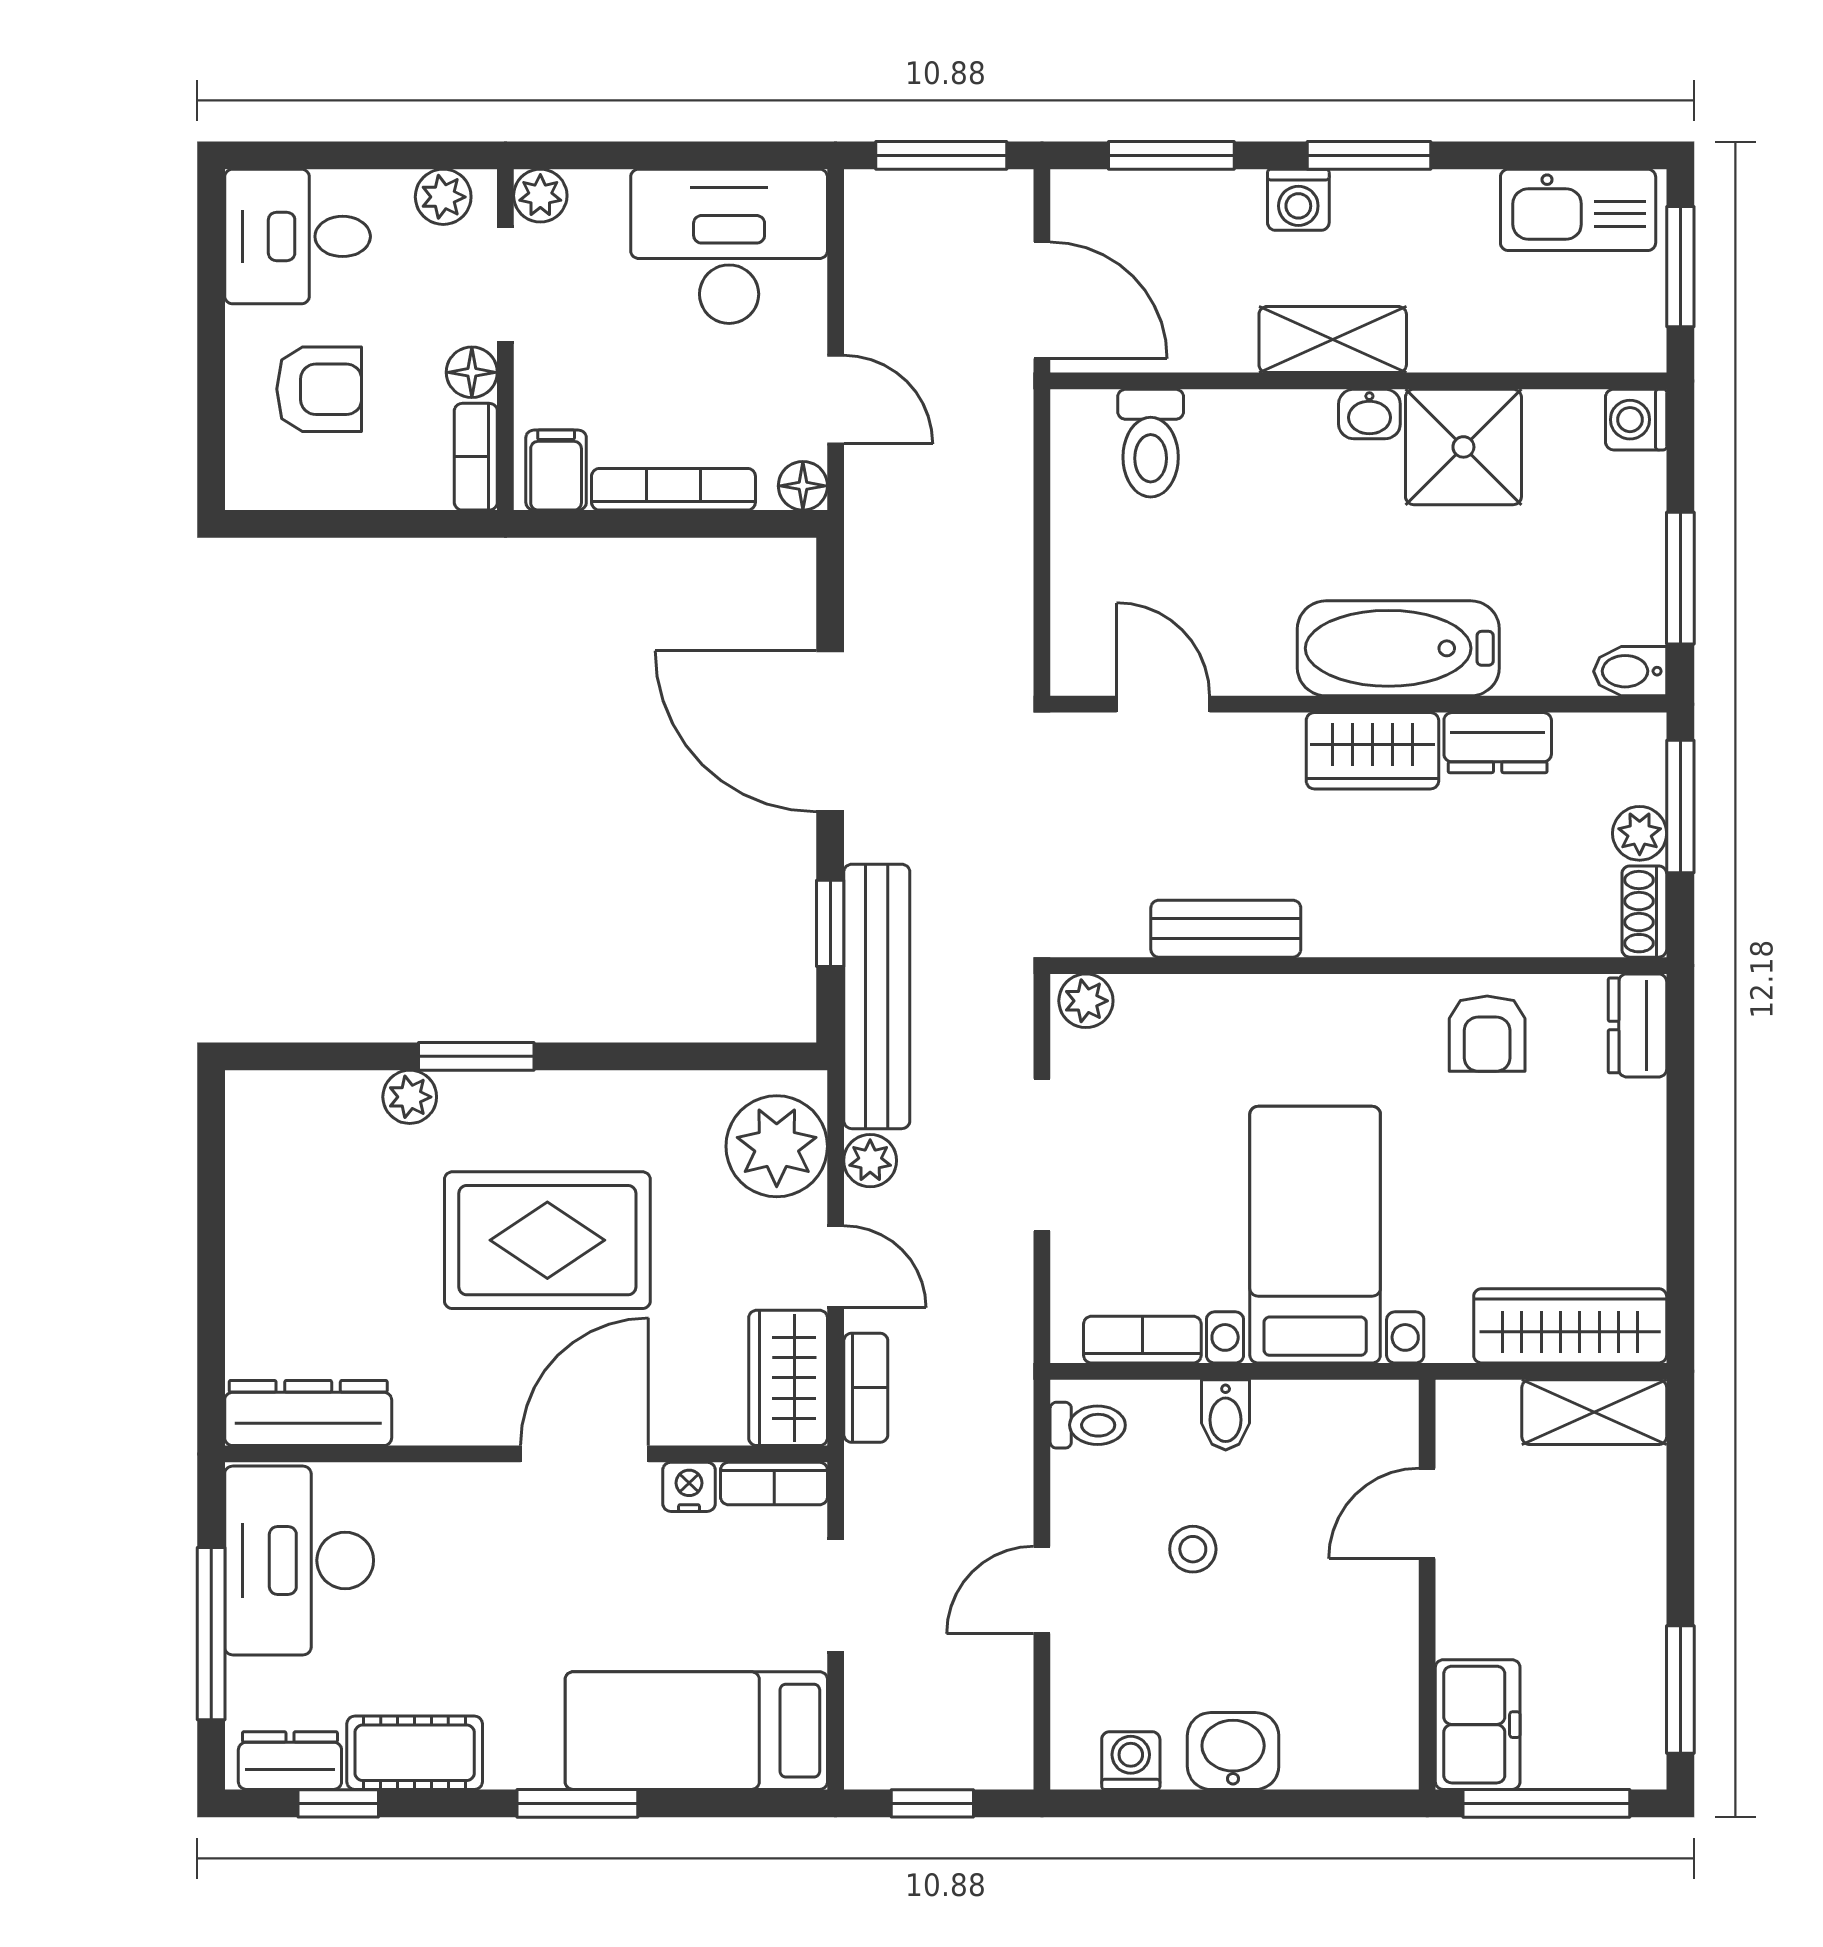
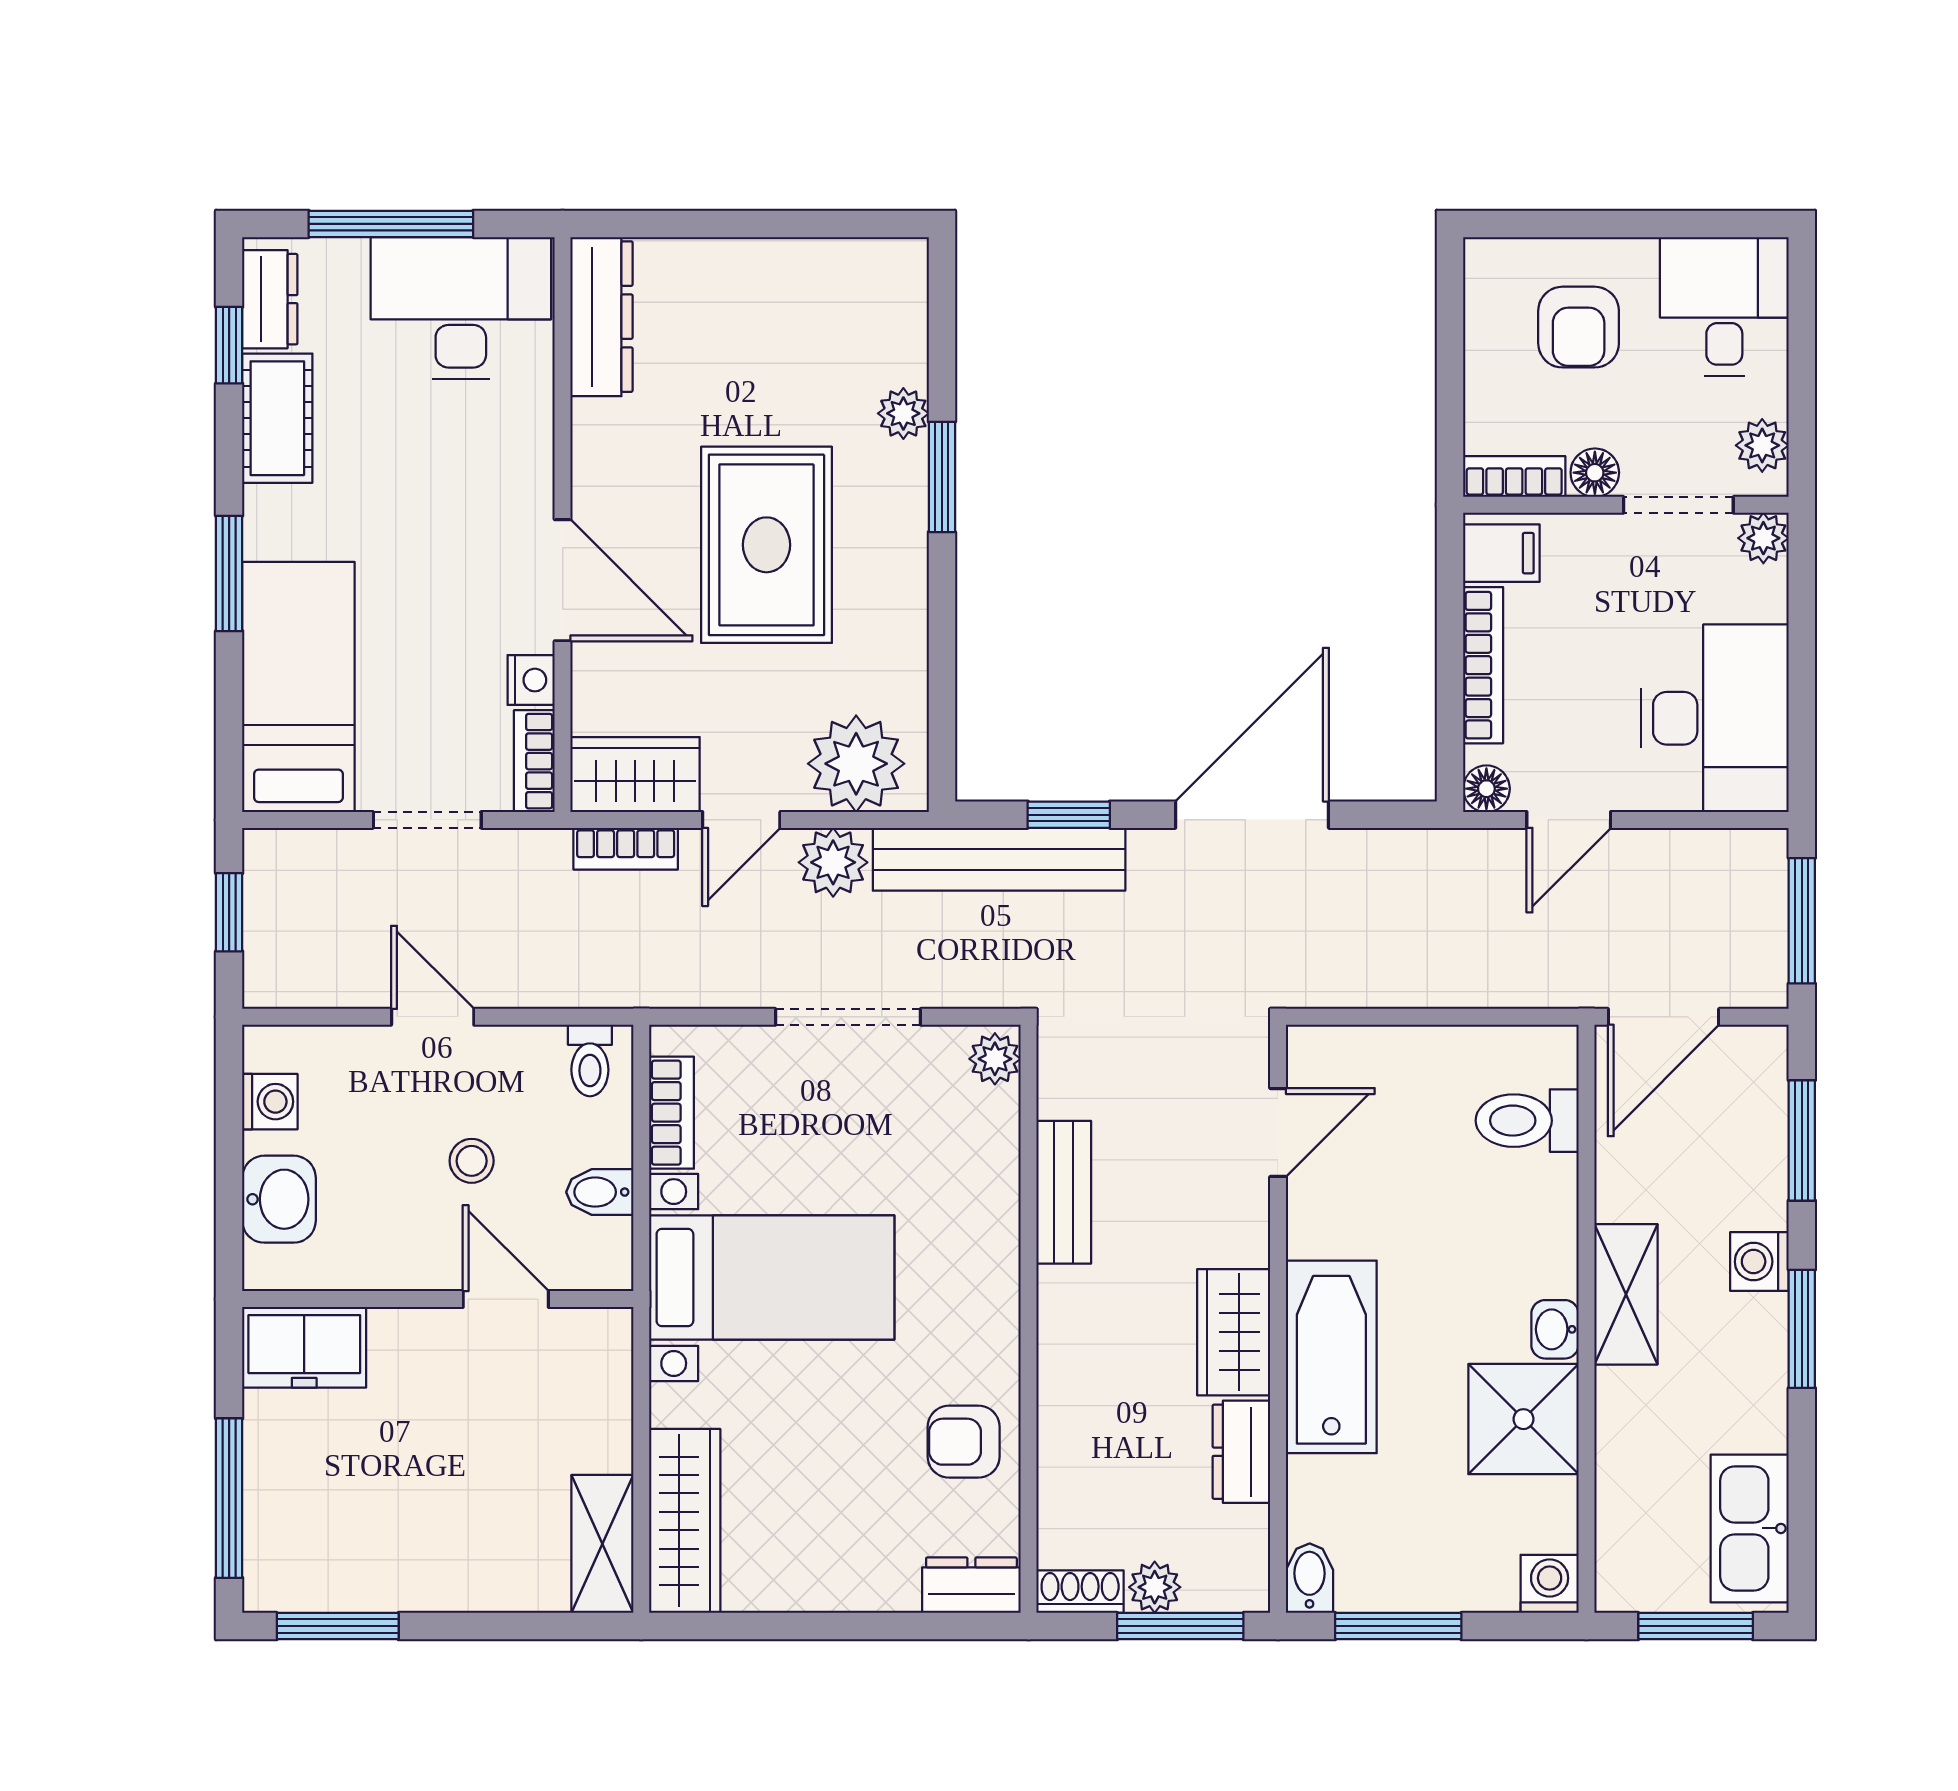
plant: (870, 1161) -> (833, 862), width x1.38, depth x1.38
door: (1427, 1513) -> (506, 1299), moved
wall: (1427, 1585) -> (438, 1299), moved
freezer: (1478, 1725) -> (304, 1347), moved

